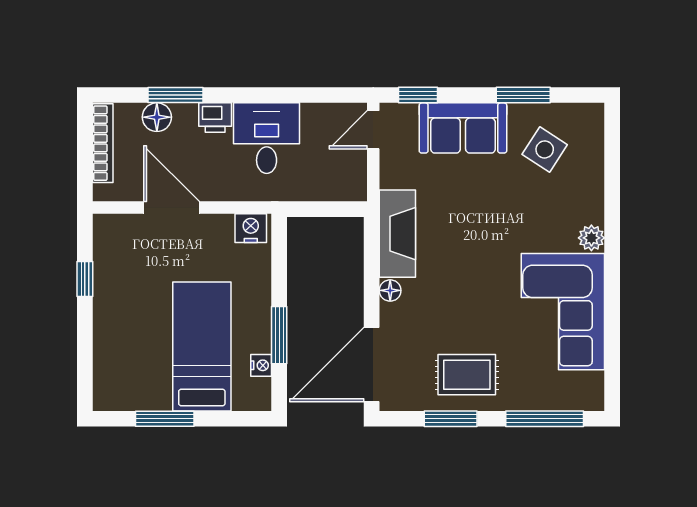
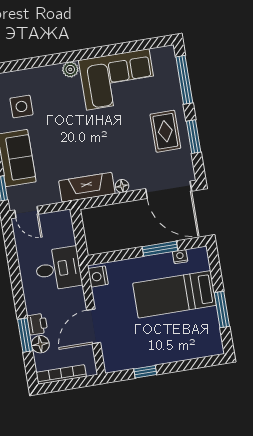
printer: (215, 118) -> (37, 324), moved
desk: (267, 138) -> (58, 269), moved, turned 180
side table: (545, 149) -> (21, 106), turned -33

